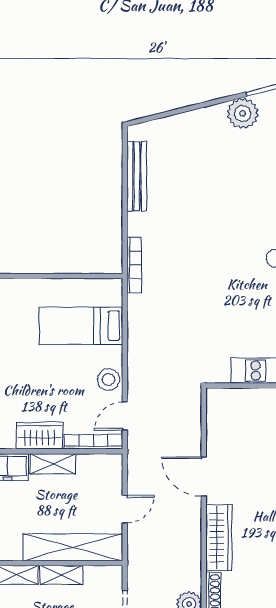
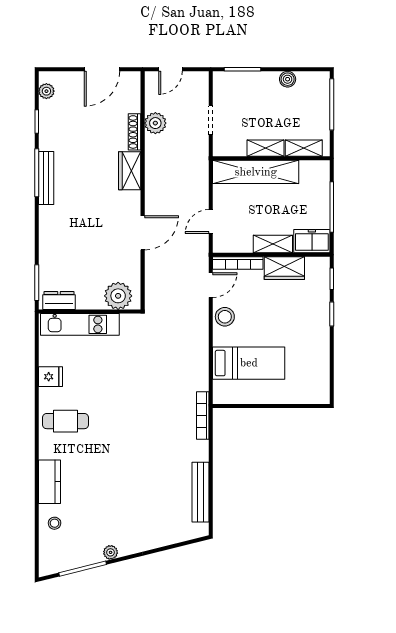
plant: (243, 113) -> (111, 552), width x0.53, depth x0.53
plant: (232, 404) -> (118, 296), added
door: (204, 477) -> (143, 233), hinge flipped
door: (125, 509) -> (211, 222), moved
wardrobe: (219, 537) -> (130, 171), width x0.67

